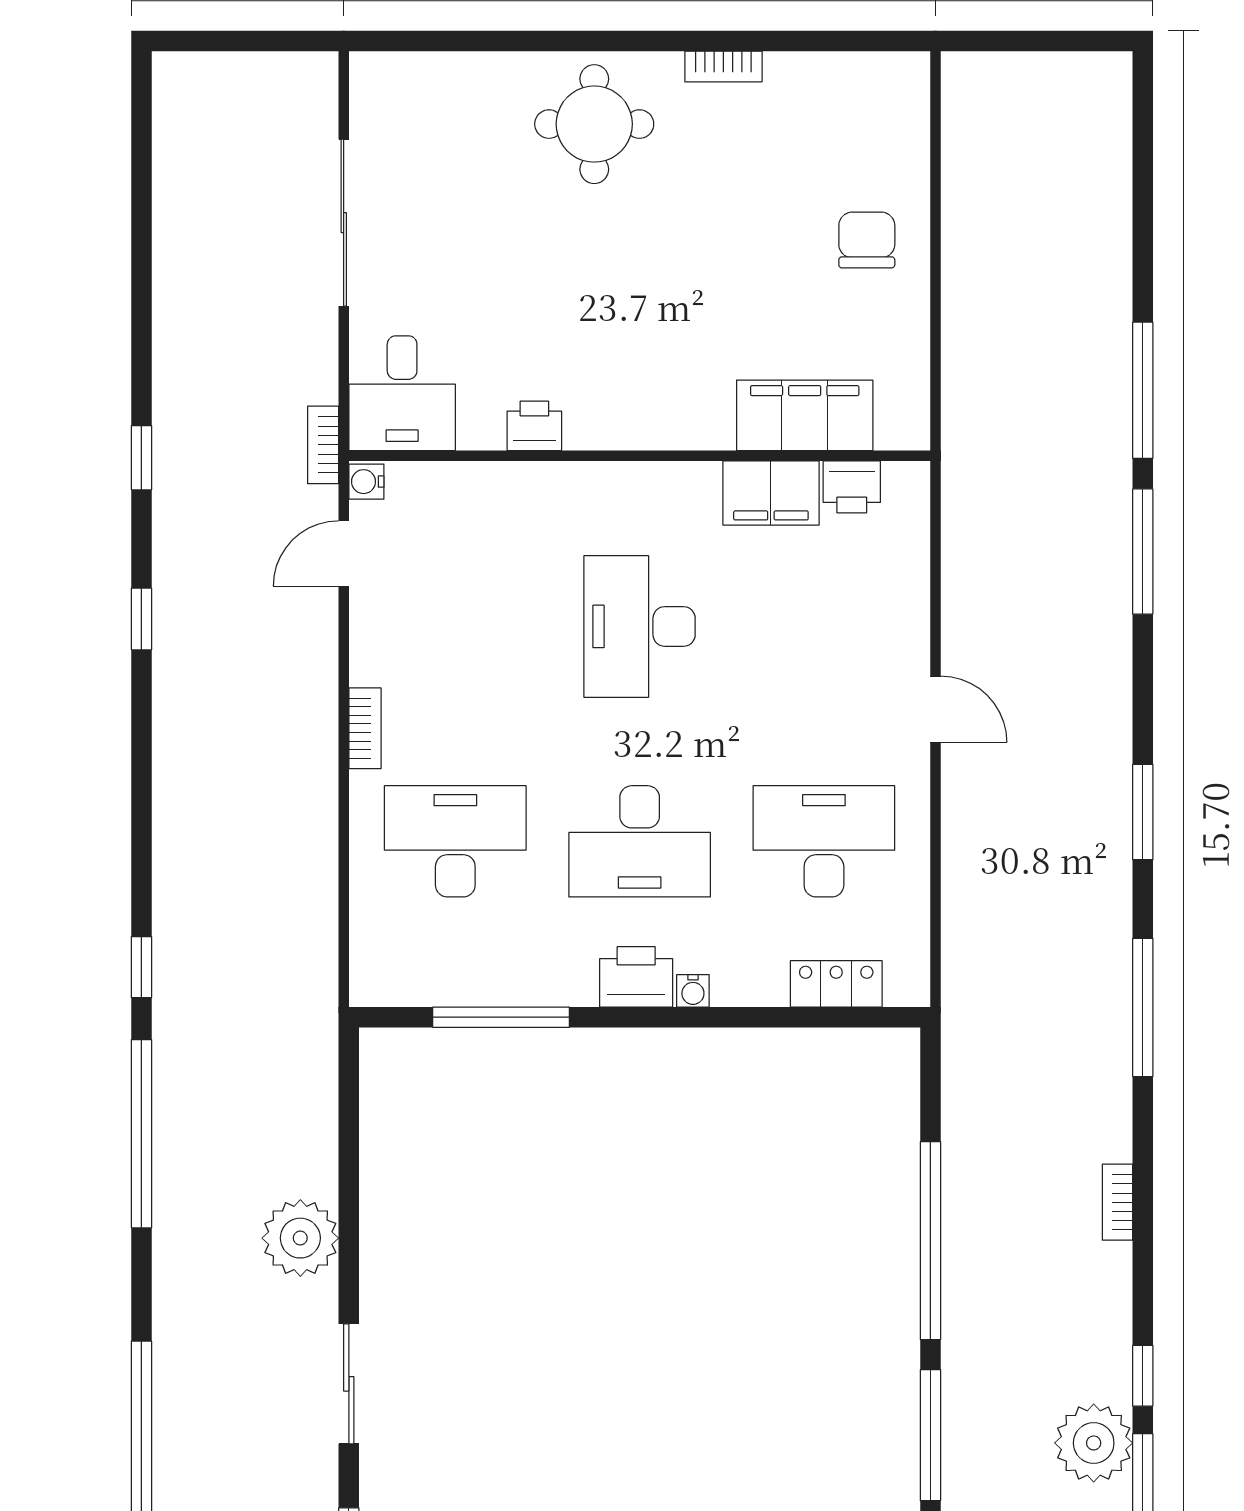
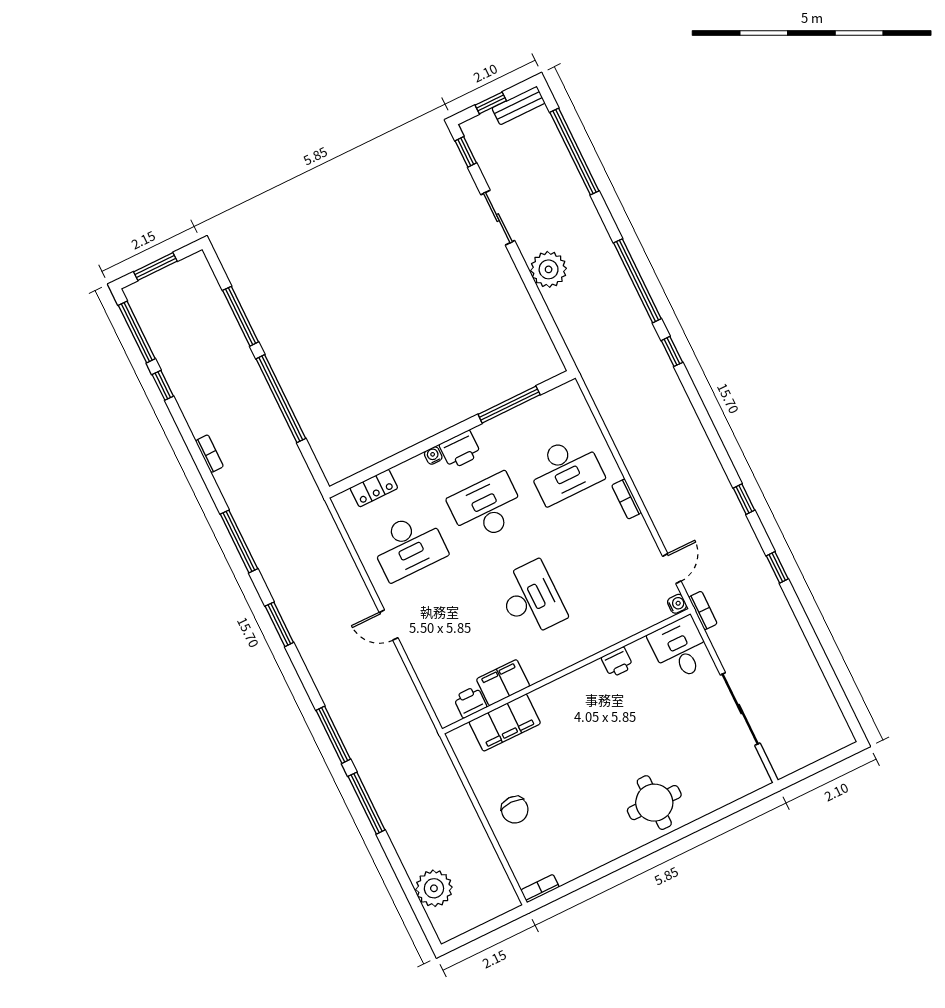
bookcase: (723, 67) -> (540, 888), moved
plant: (1094, 1443) -> (434, 888), moved

